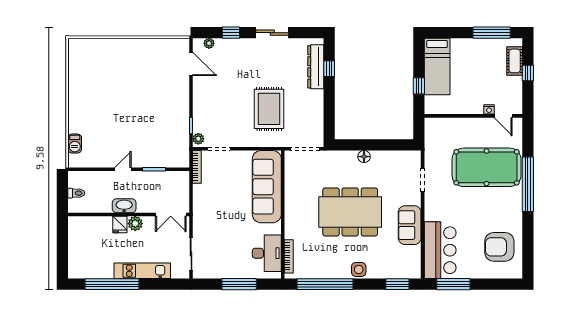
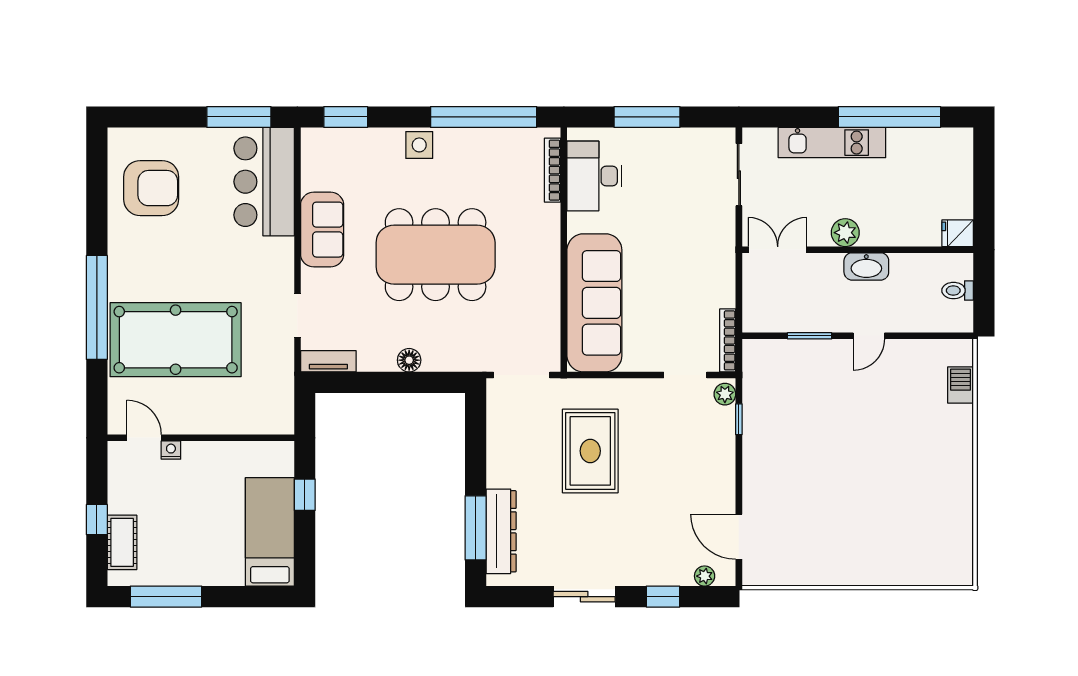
window: (329, 69) -> (476, 528), width x2.17
tv unit: (406, 156) -> (328, 361), added
fridge: (120, 225) -> (958, 233), moved, turned -90

